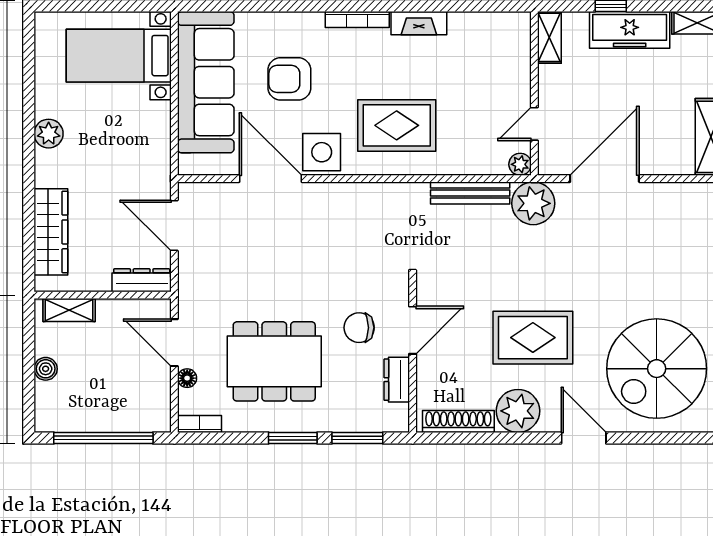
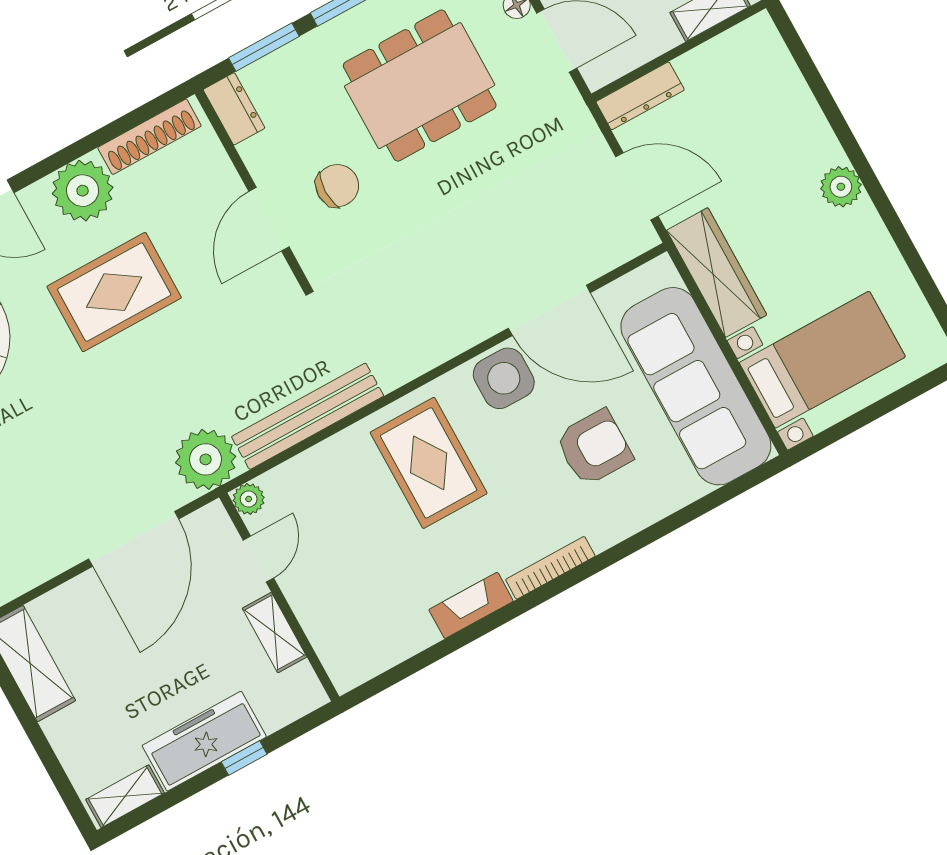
shelving: (549, 37) -> (275, 633), moved
rug: (397, 125) -> (429, 463), turned 90
plant: (49, 134) -> (841, 187), moved
bench: (470, 193) -> (308, 416), width x1.37, depth x1.21
wardrobe: (51, 232) -> (717, 273), moved, turned 180
dresser: (397, 380) -> (234, 109), moved

